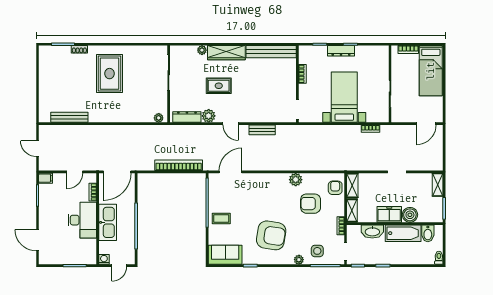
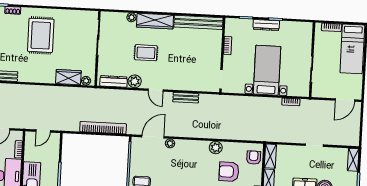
wardrobe: (140, 115) -> (68, 77), added
door: (117, 172) -> (43, 131), width x0.53
plant: (248, 178) -> (170, 143), added

